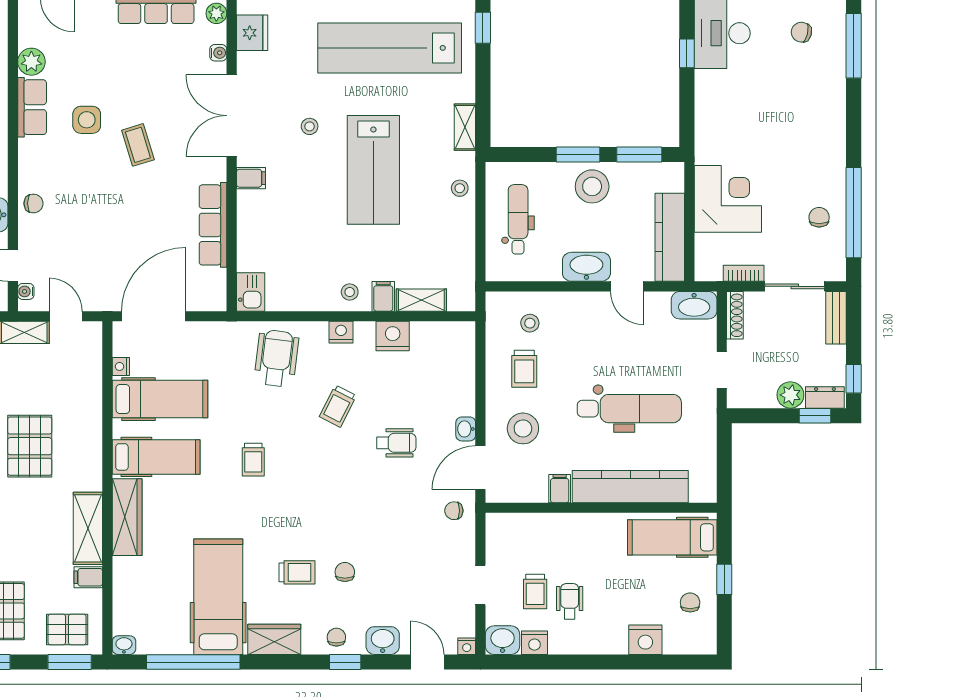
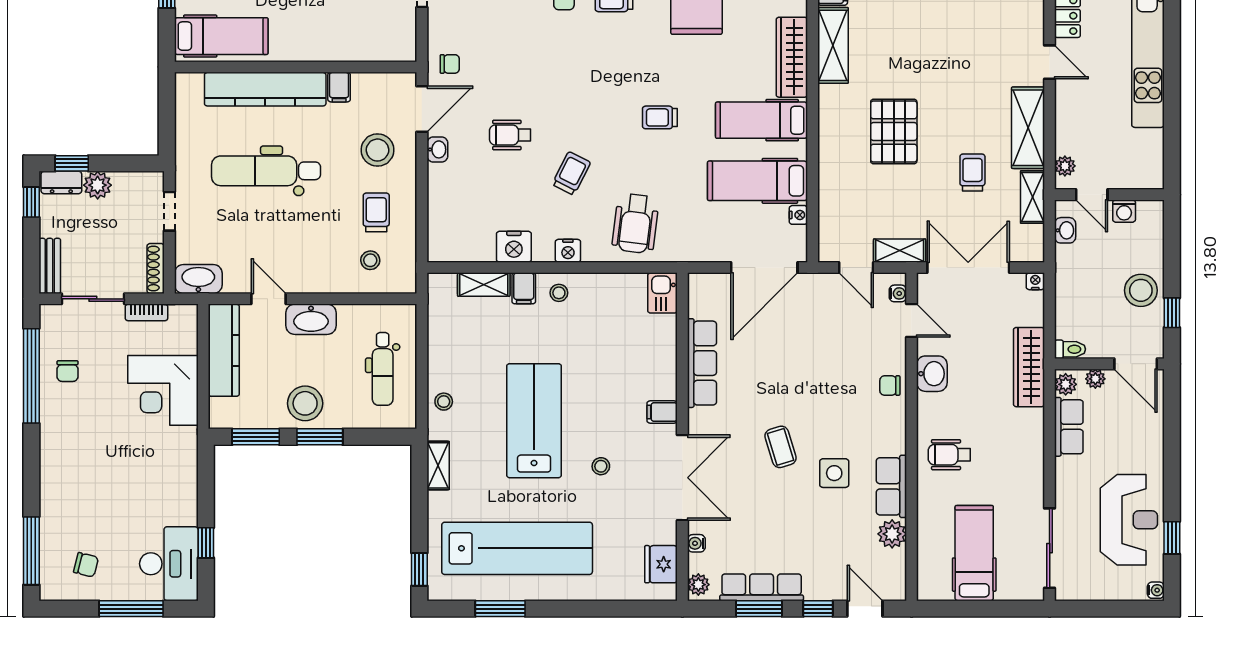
trolley: (253, 460) -> (660, 117), turned -90

